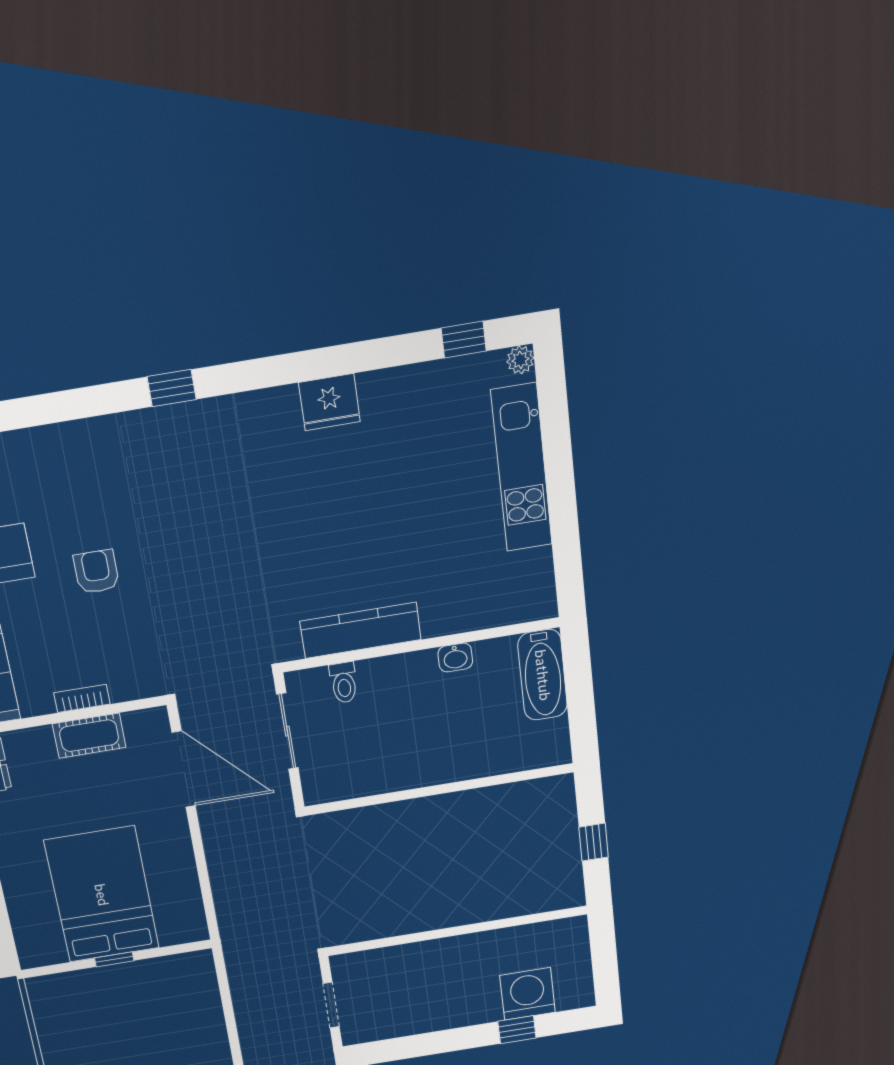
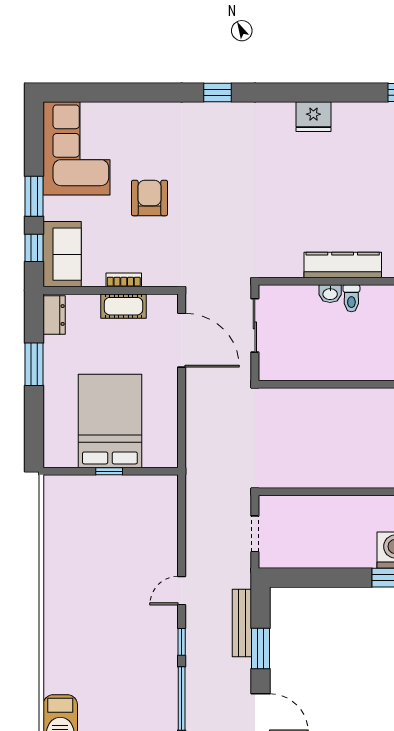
armchair: (96, 572) -> (149, 198), width x1.38, depth x1.38
kitchen counter: (361, 630) -> (343, 265), moved
washbasin: (455, 657) -> (330, 294), moved
toilet: (344, 683) -> (351, 298), moved

